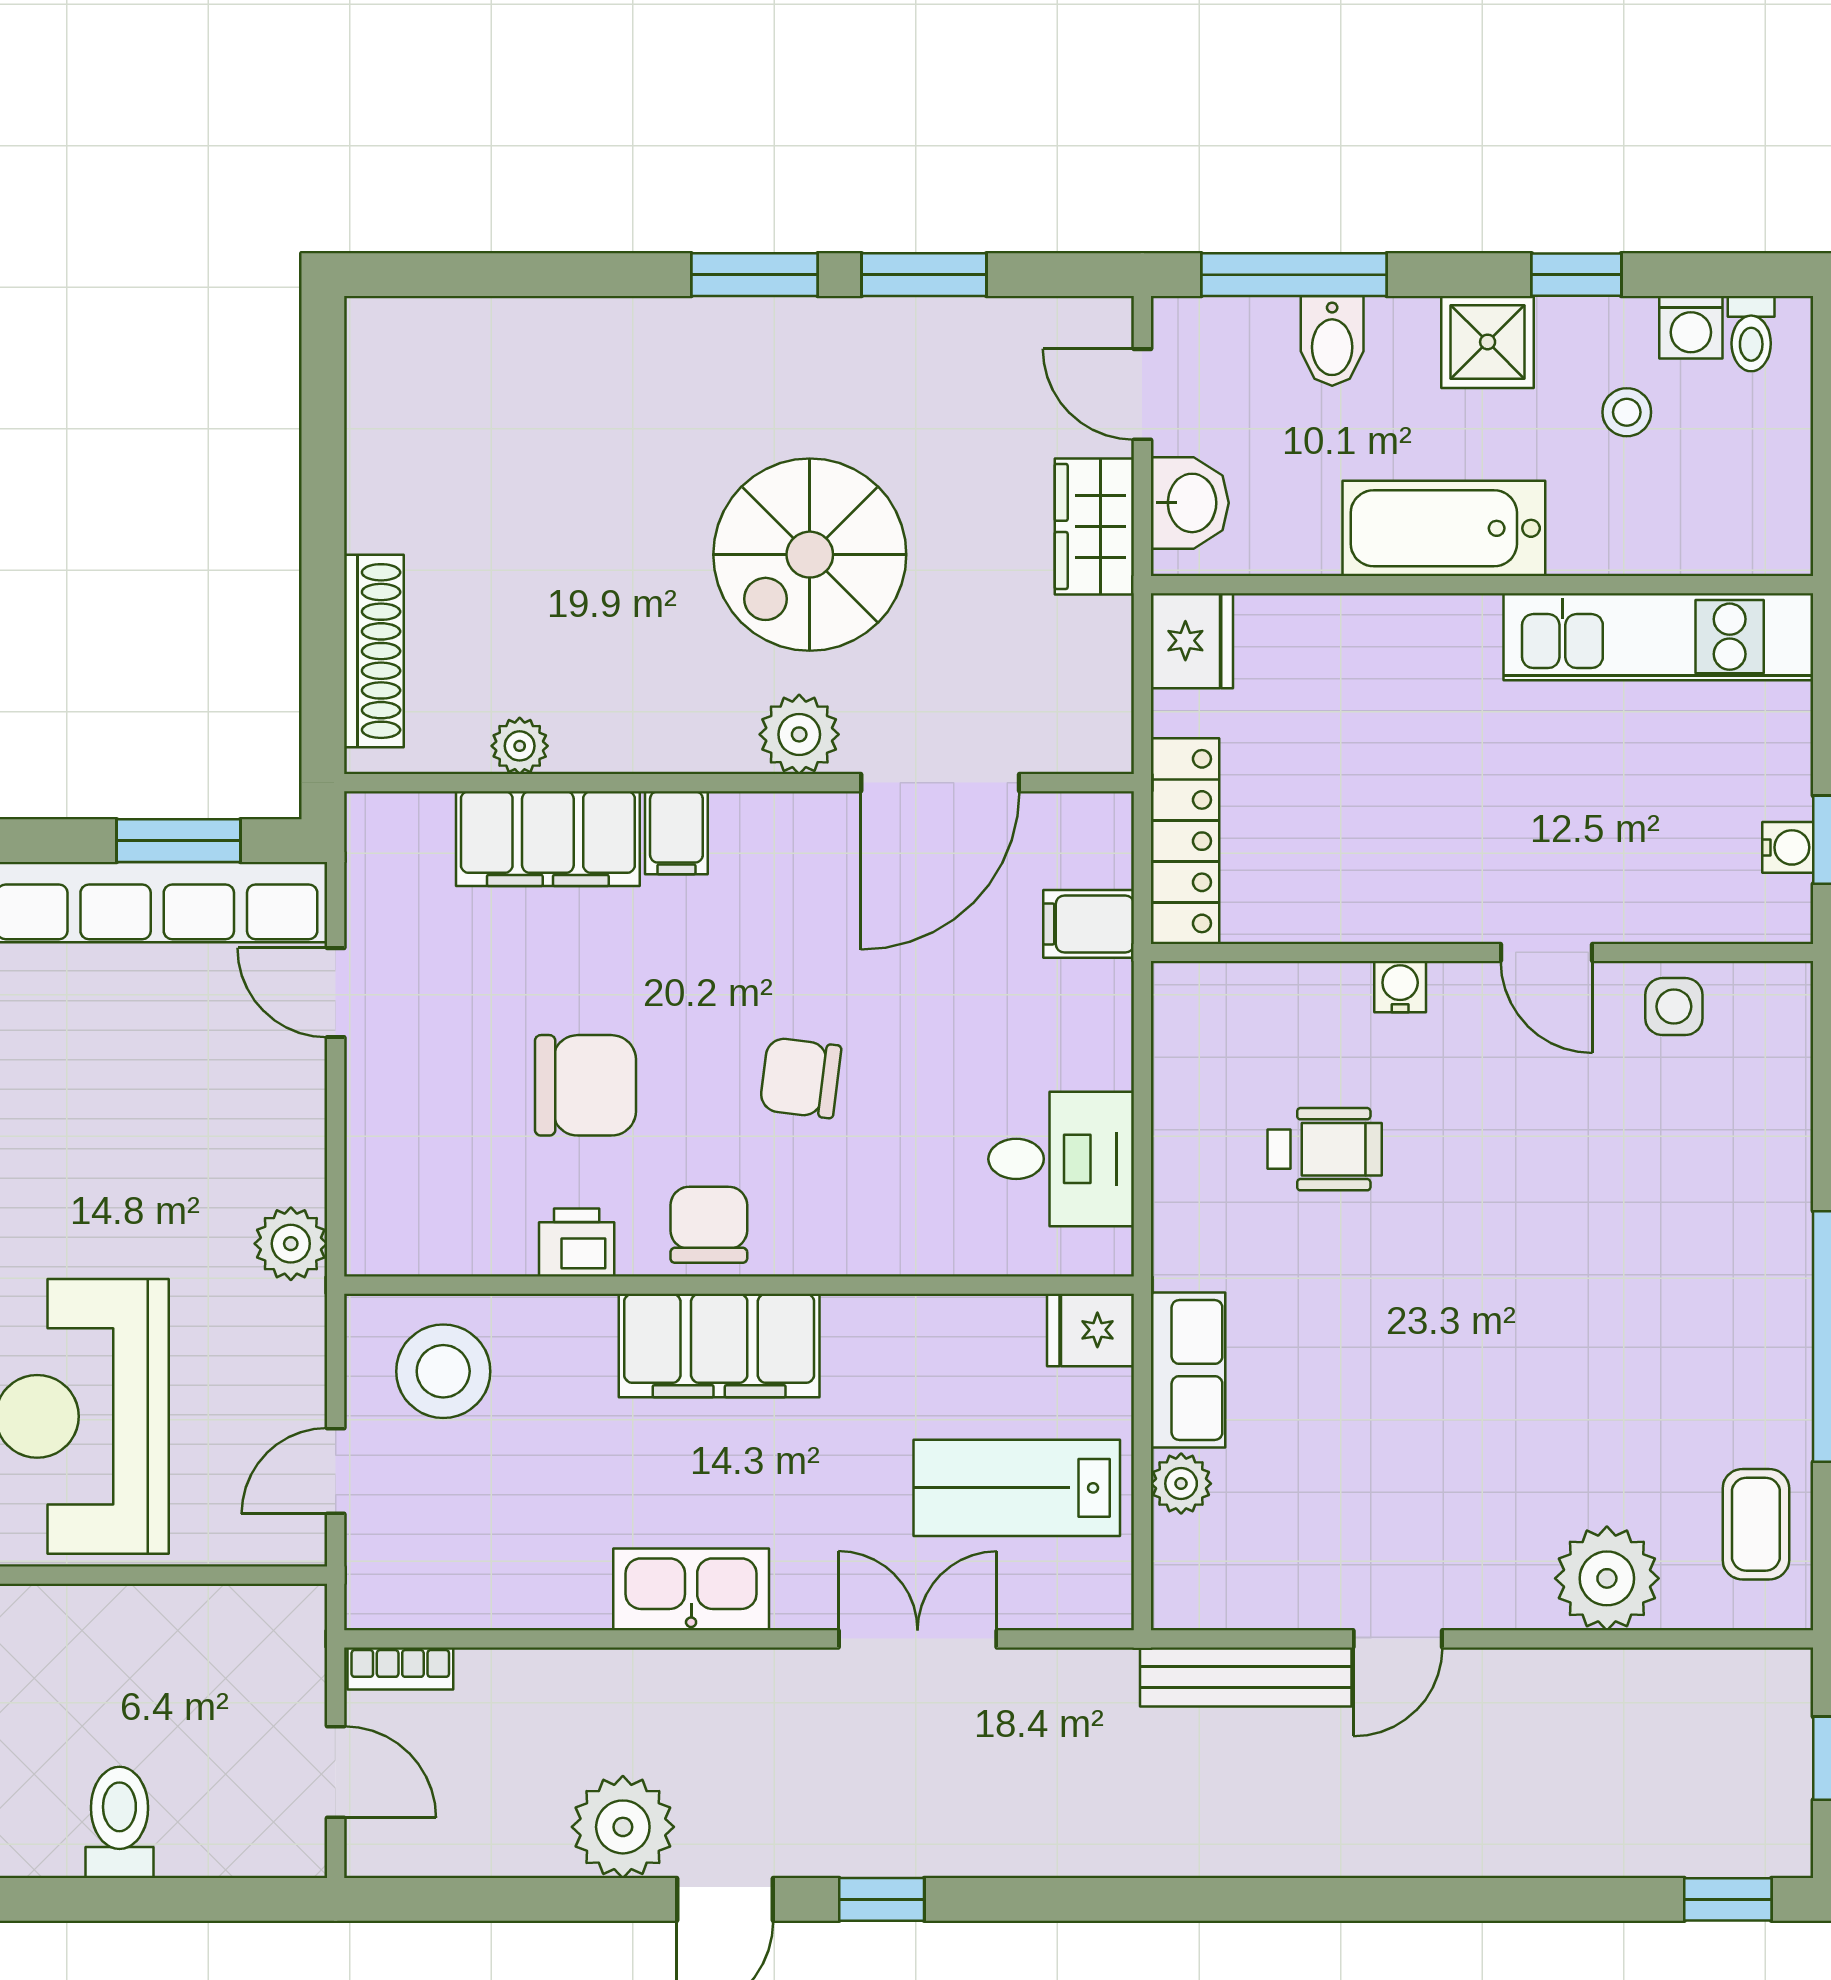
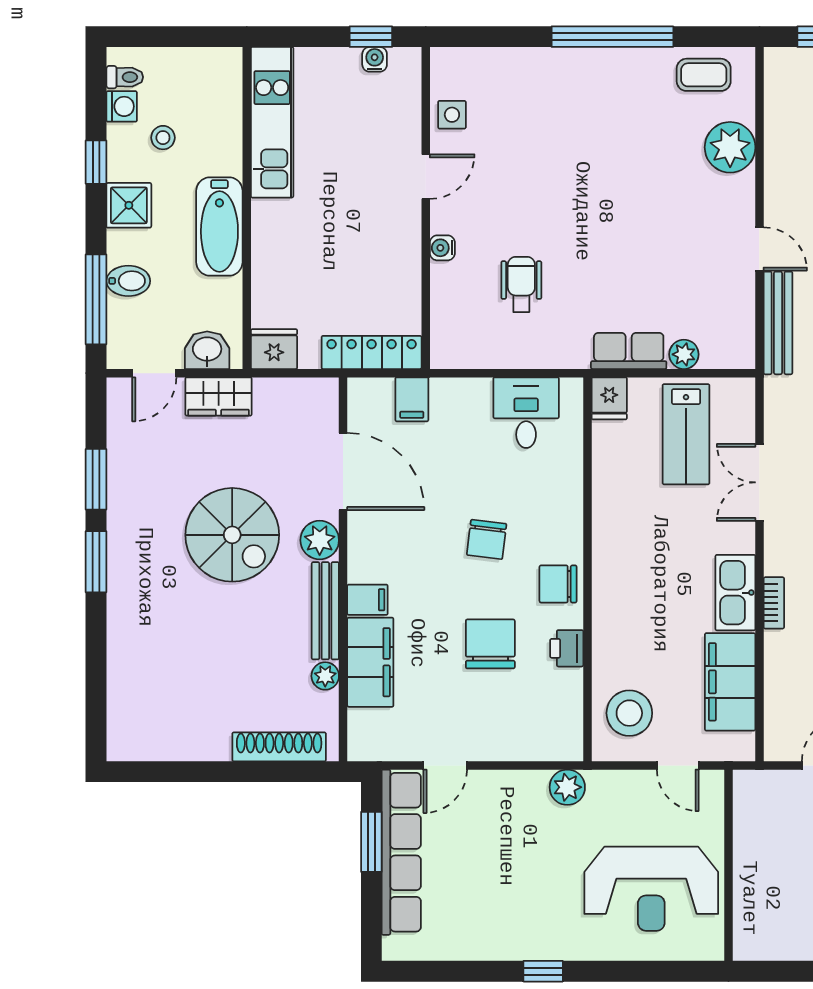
bench: (654, 746) -> (325, 611), added
filing cabinet: (719, 1346) -> (730, 682), moved, turned 180
bookcase: (400, 1669) -> (774, 603), moved

